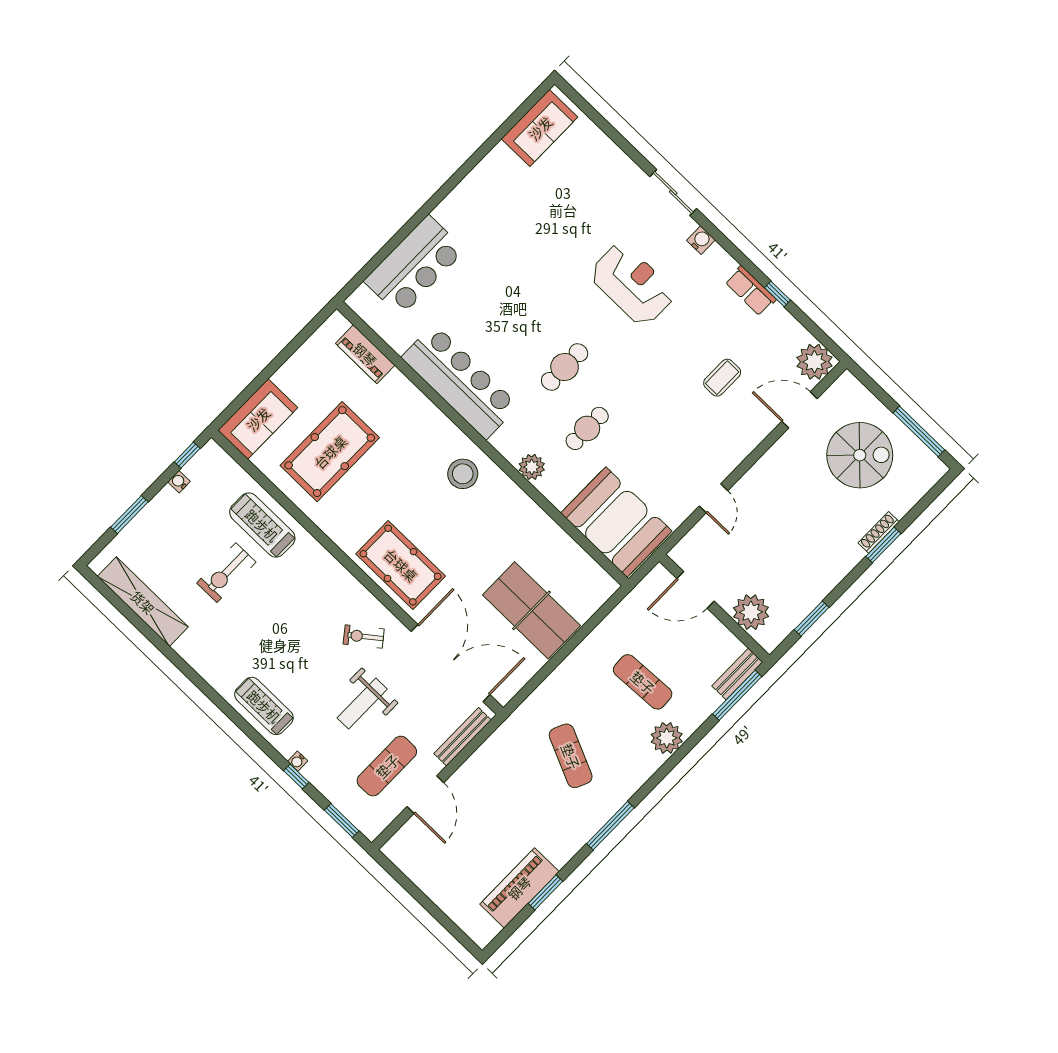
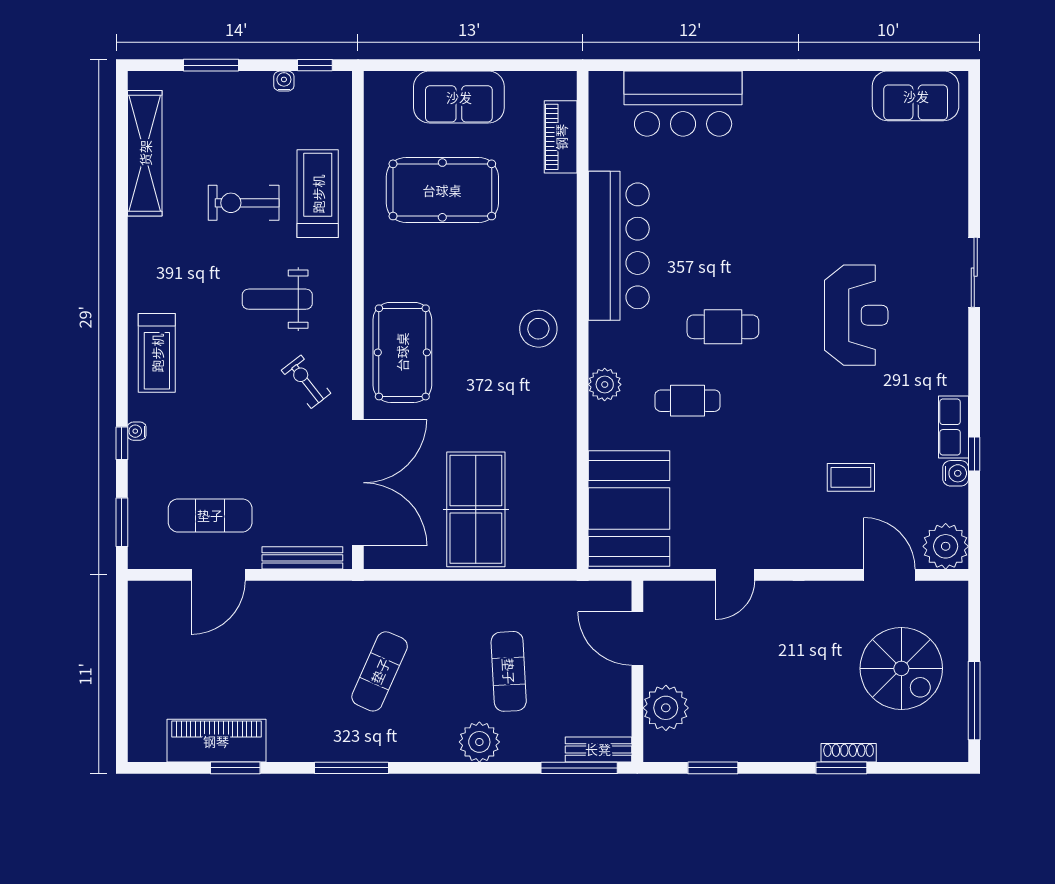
water cooler: (701, 240) -> (956, 473), moved
sofa: (258, 419) -> (459, 97), moved
weight bench: (362, 704) -> (277, 299), moved
treadmill: (264, 706) -> (157, 353), turned 180

